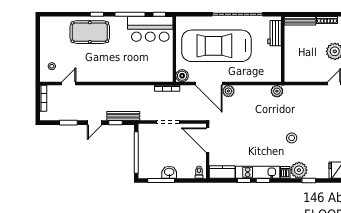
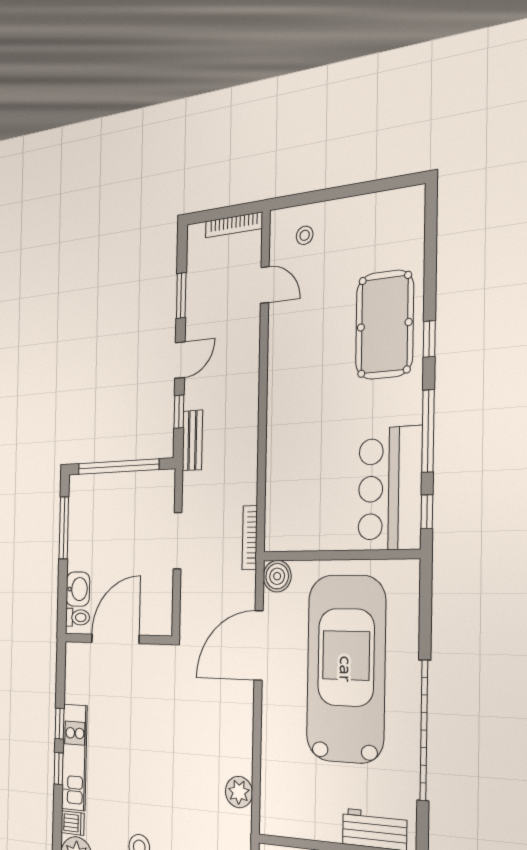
plant: (228, 91) -> (241, 696), removed
plant: (277, 91) -> (239, 792), moved
bench: (123, 116) -> (192, 440), width x0.73
door: (95, 123) -> (180, 360), swing flipped
door: (208, 140) -> (115, 639), moved
washbasin: (169, 172) -> (78, 589), moved
kitchen counter: (222, 172) -> (77, 672), removed

